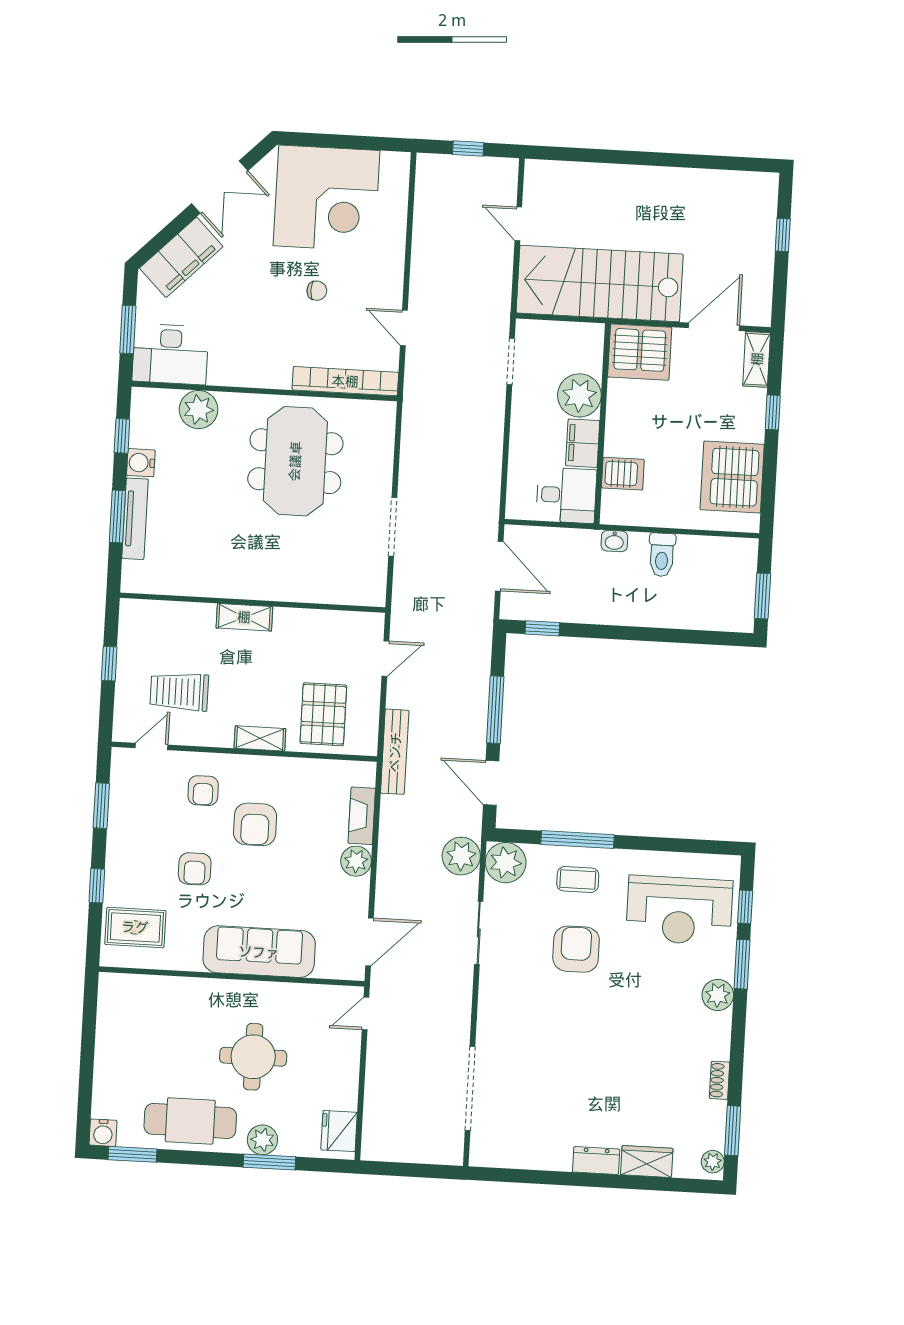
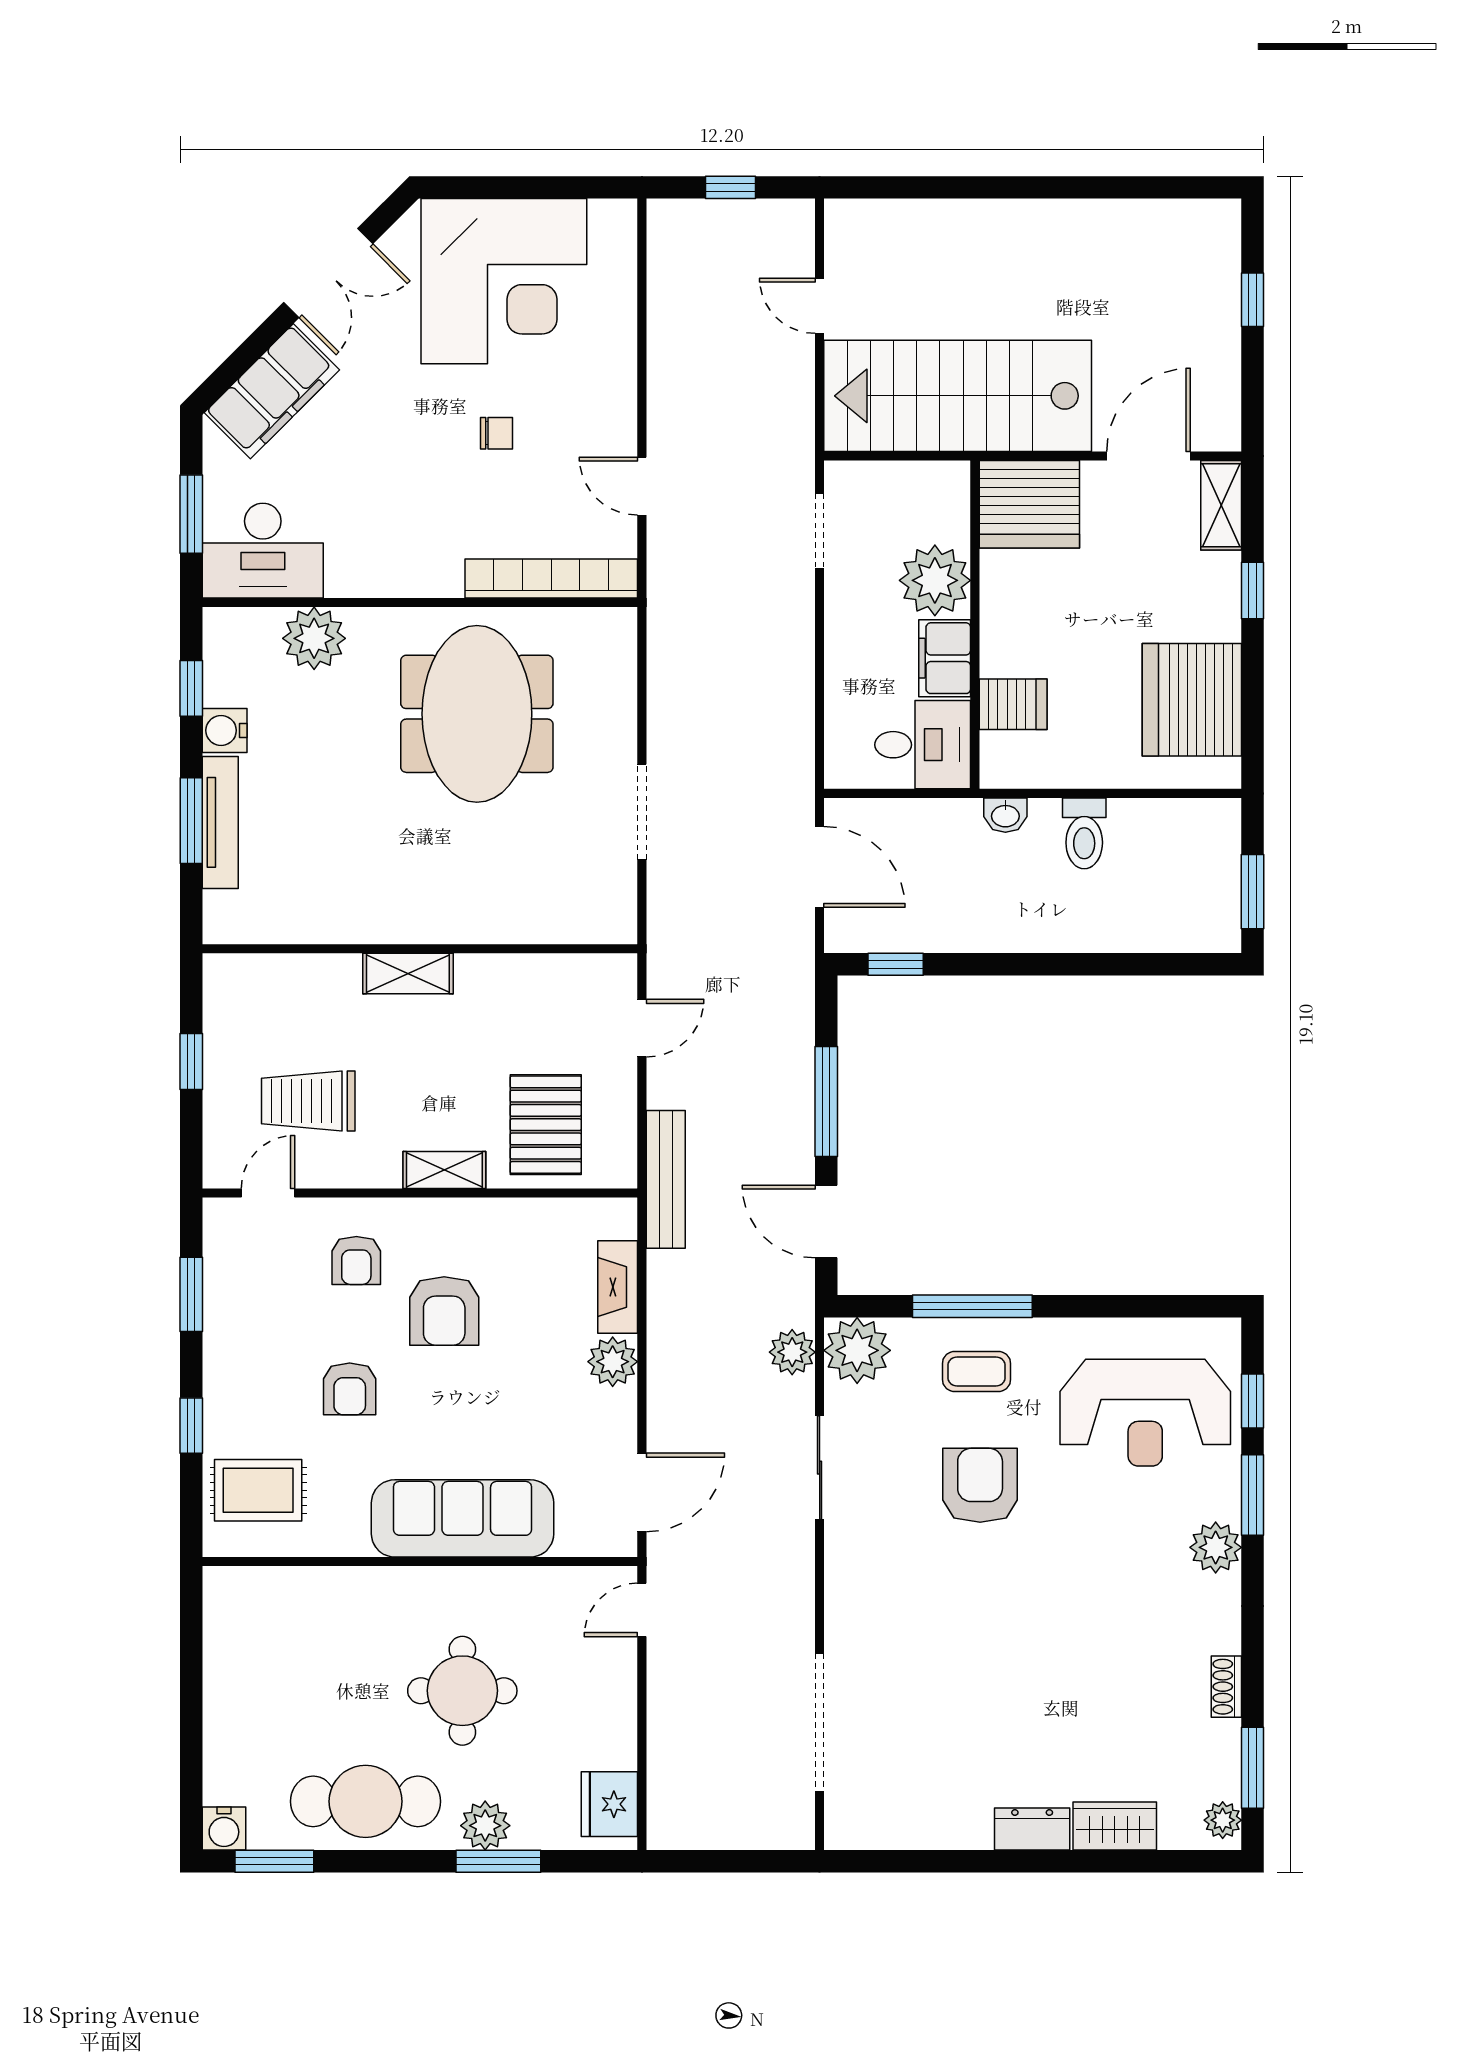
plant: (461, 856) -> (792, 1352), width x0.73, depth x0.73

